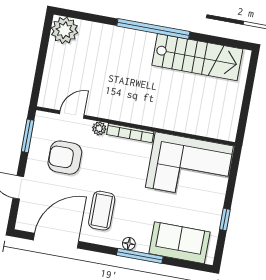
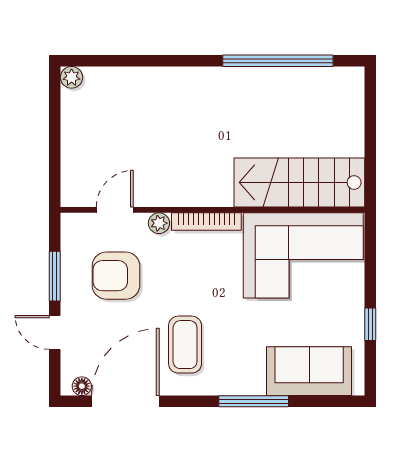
window: (153, 29) -> (278, 61), moved
plant: (64, 30) -> (72, 77), width x0.53, depth x0.53
stairs: (197, 57) -> (299, 182), moved, turned 180
window: (28, 136) -> (55, 276), moved
floor lamp: (129, 244) -> (82, 386), moved

